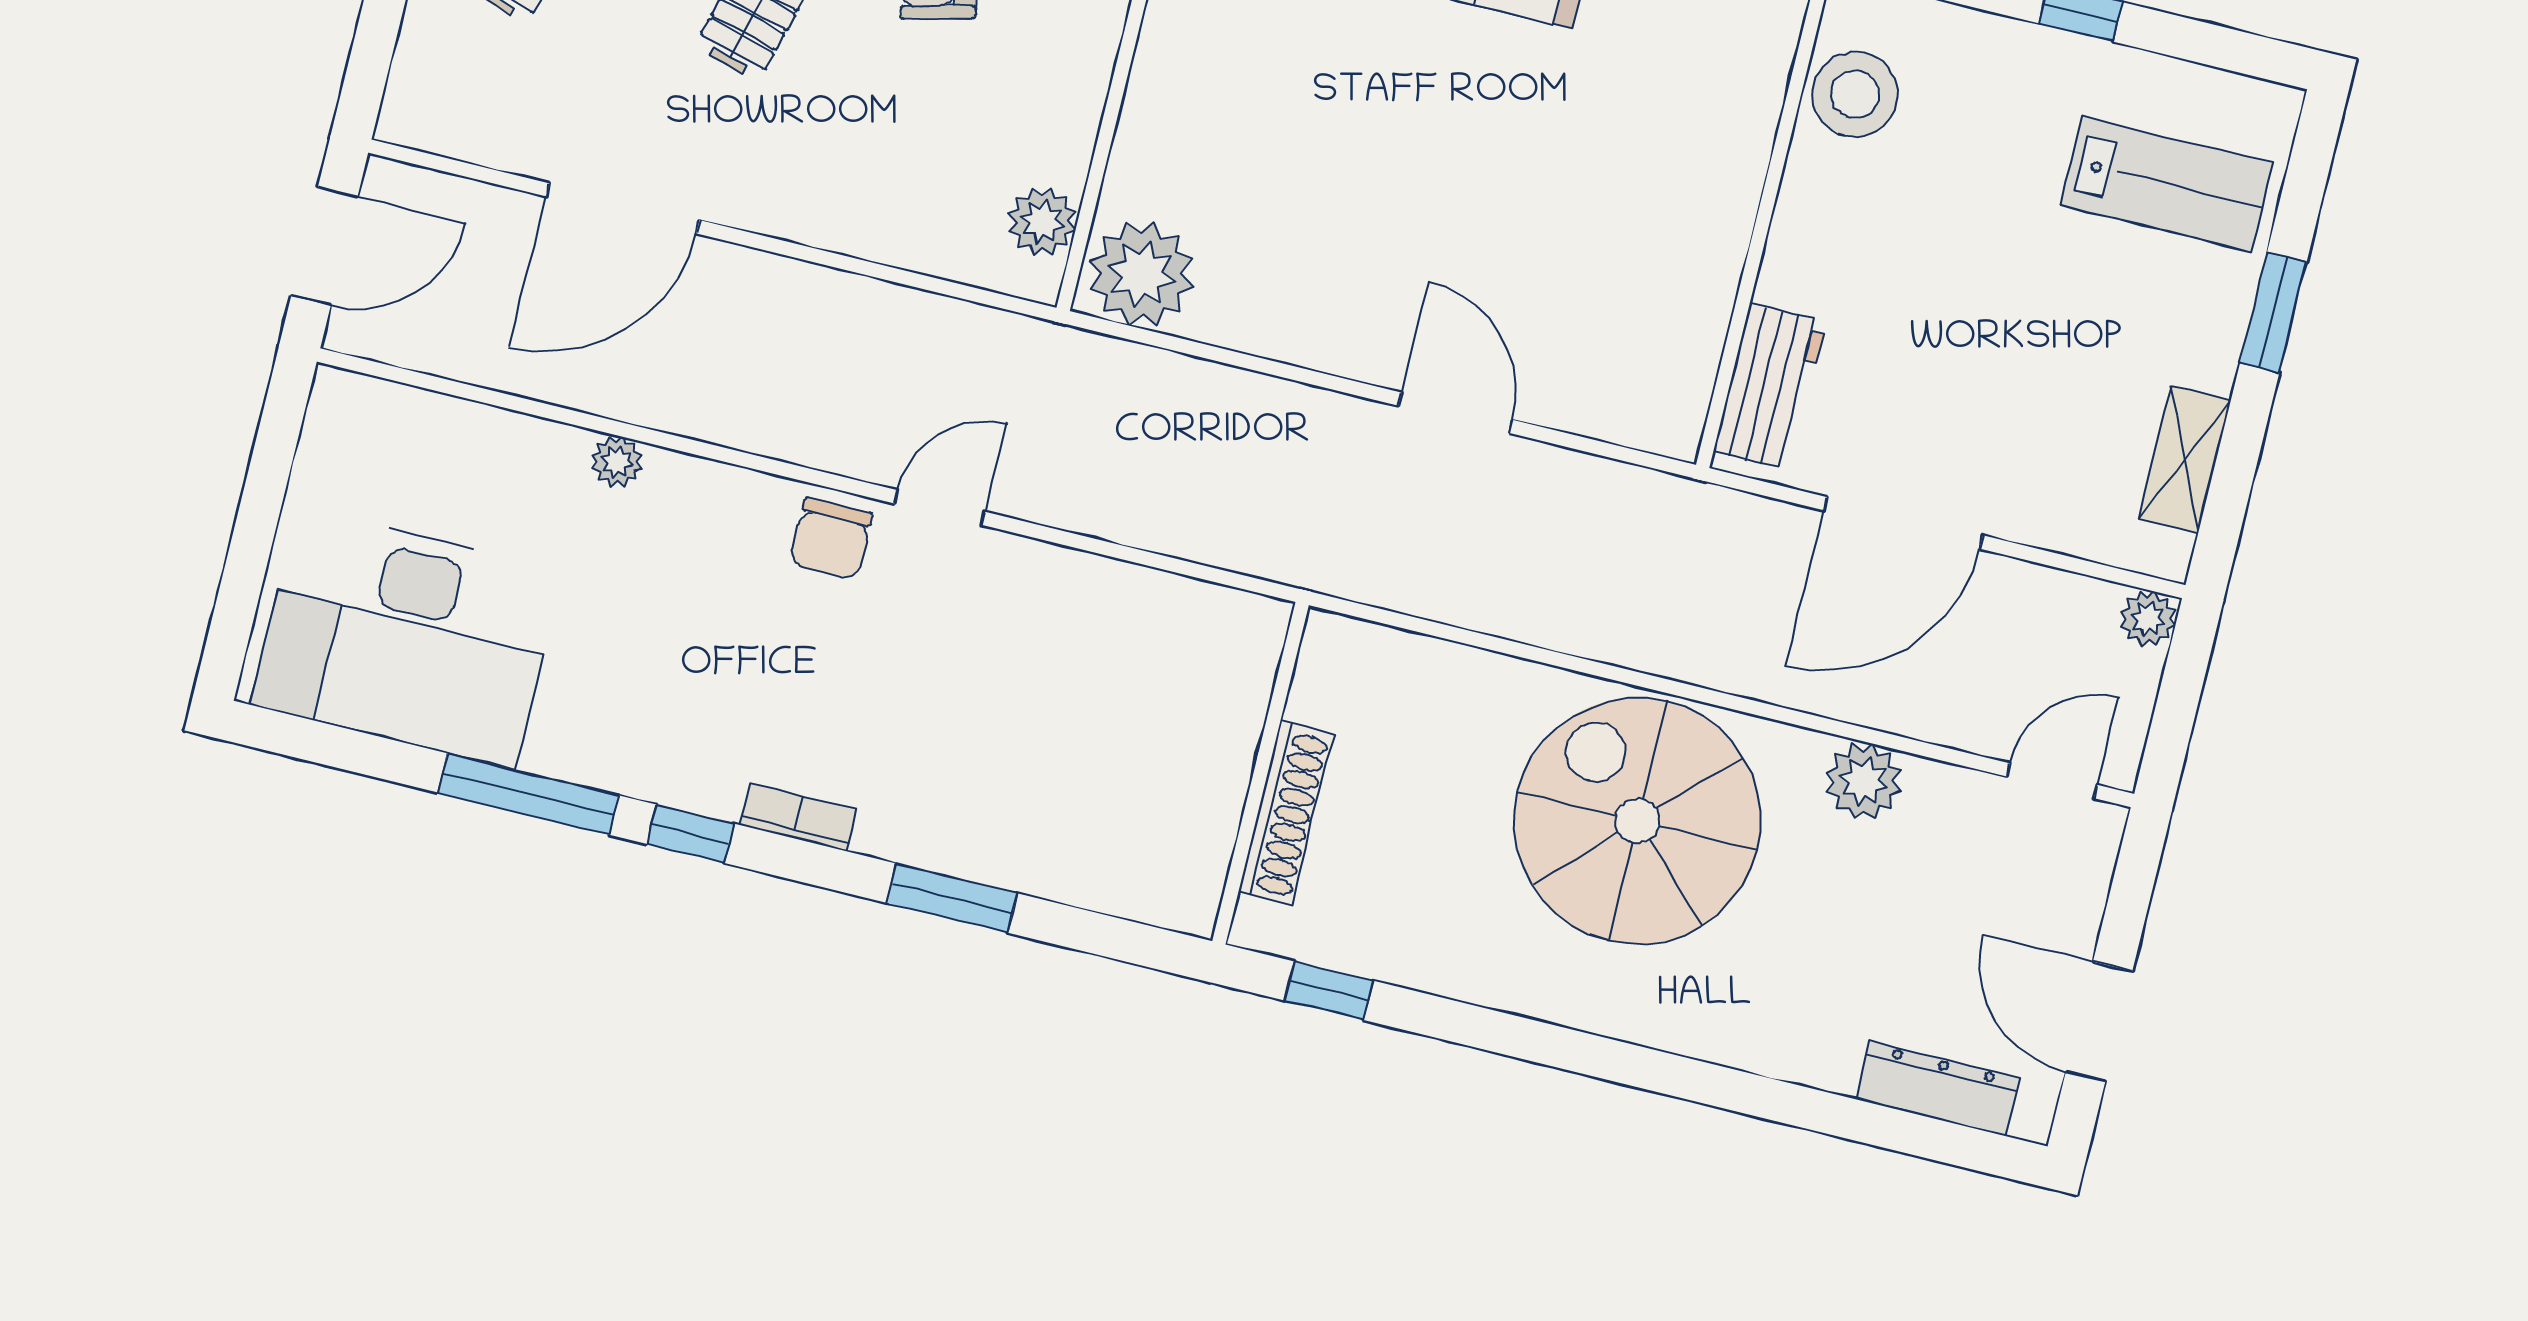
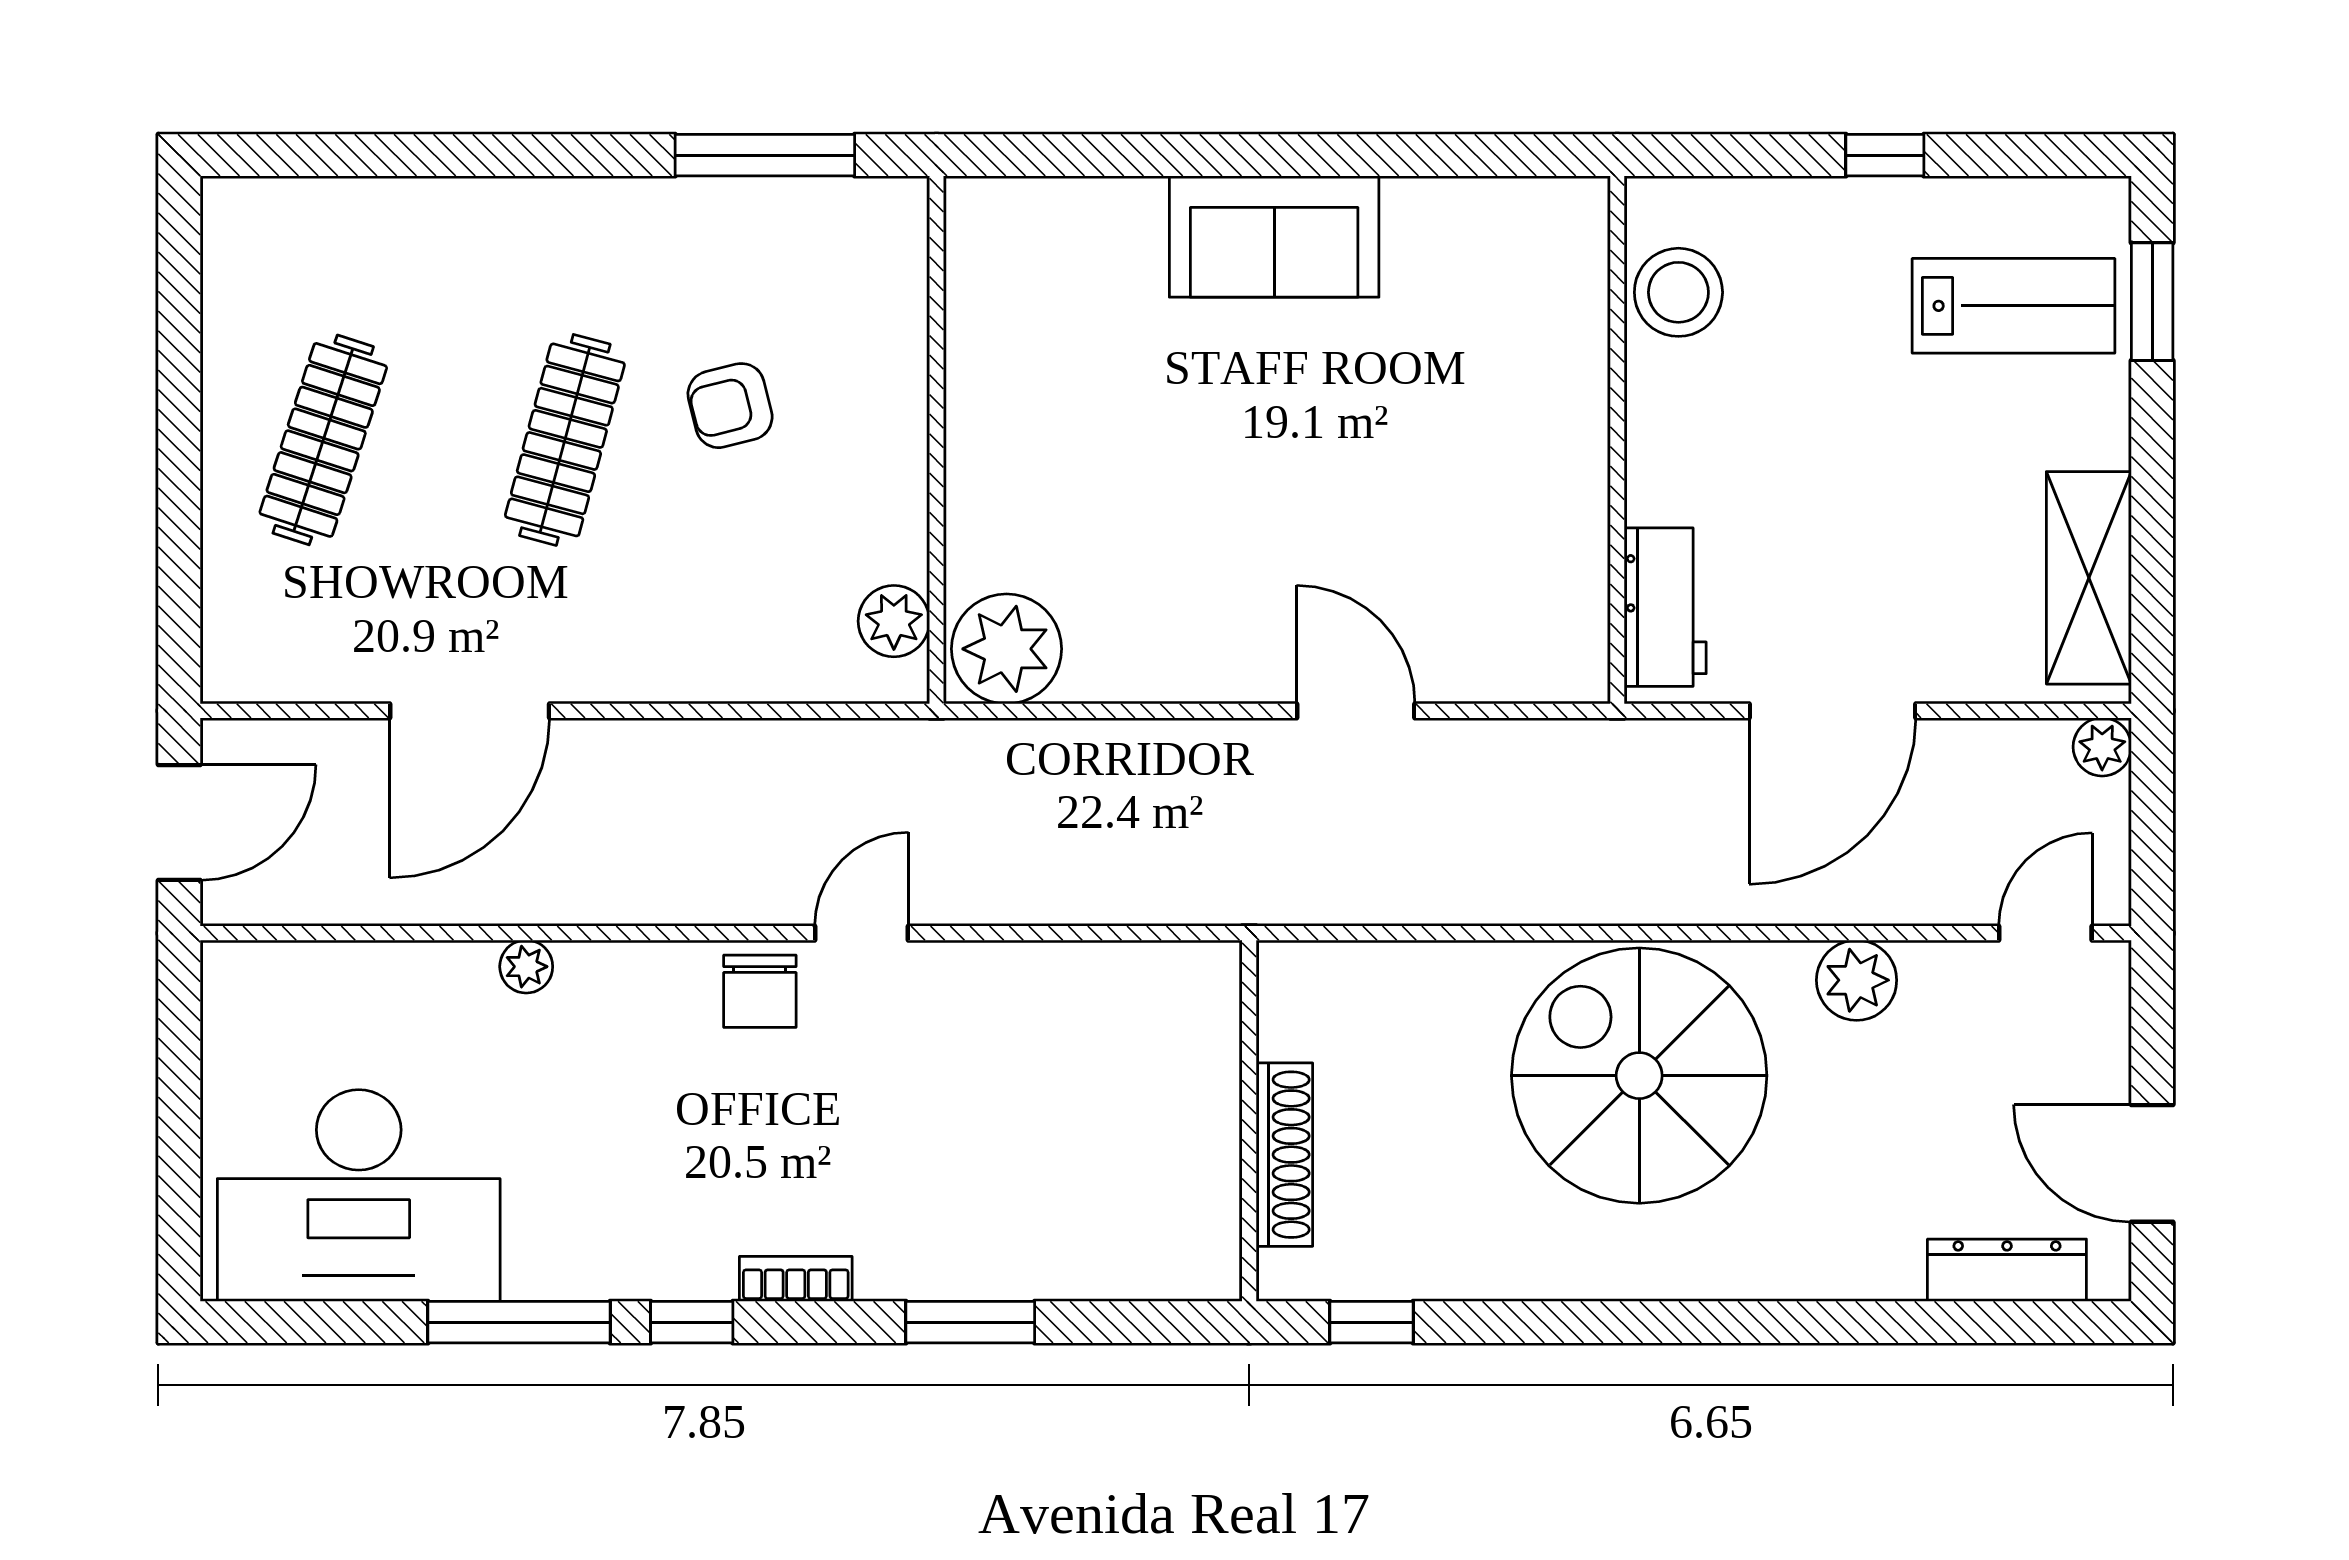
window: (2273, 313) -> (2152, 302), moved
shelving: (2185, 459) -> (2089, 578), width x1.50, depth x1.33

